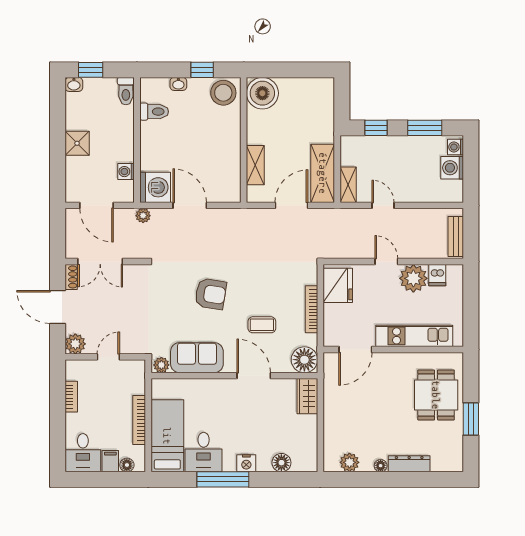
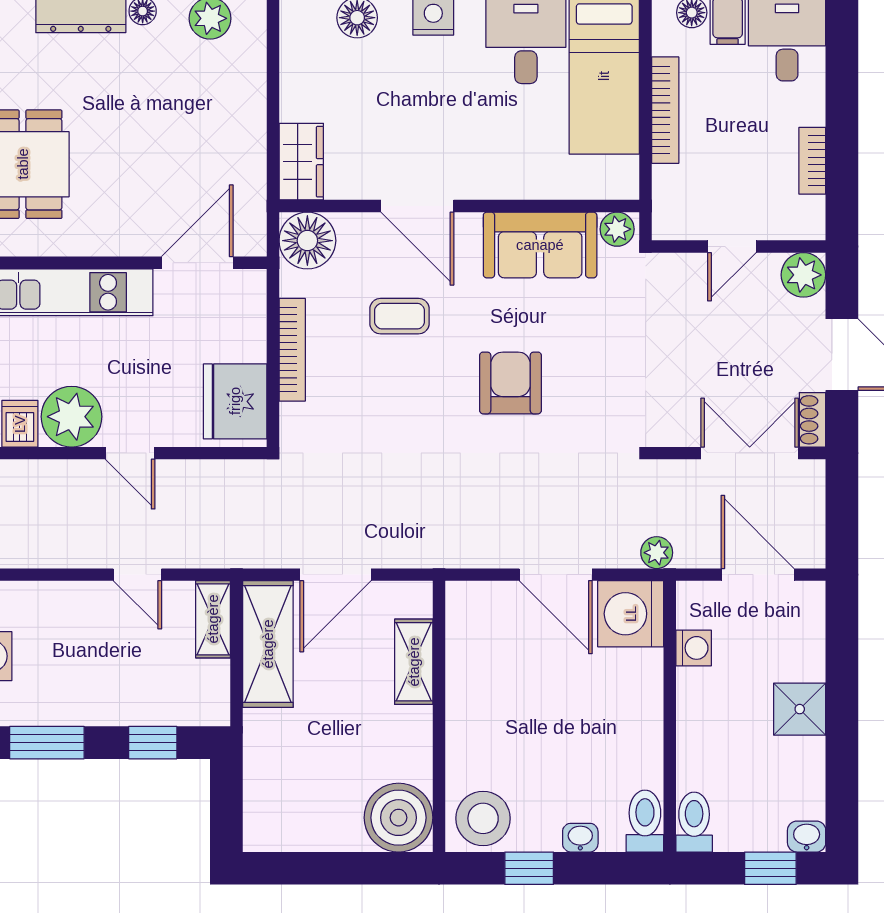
toilet: (154, 112) -> (645, 821), moved, turned 90
armchair: (211, 294) -> (511, 383), turned 81

